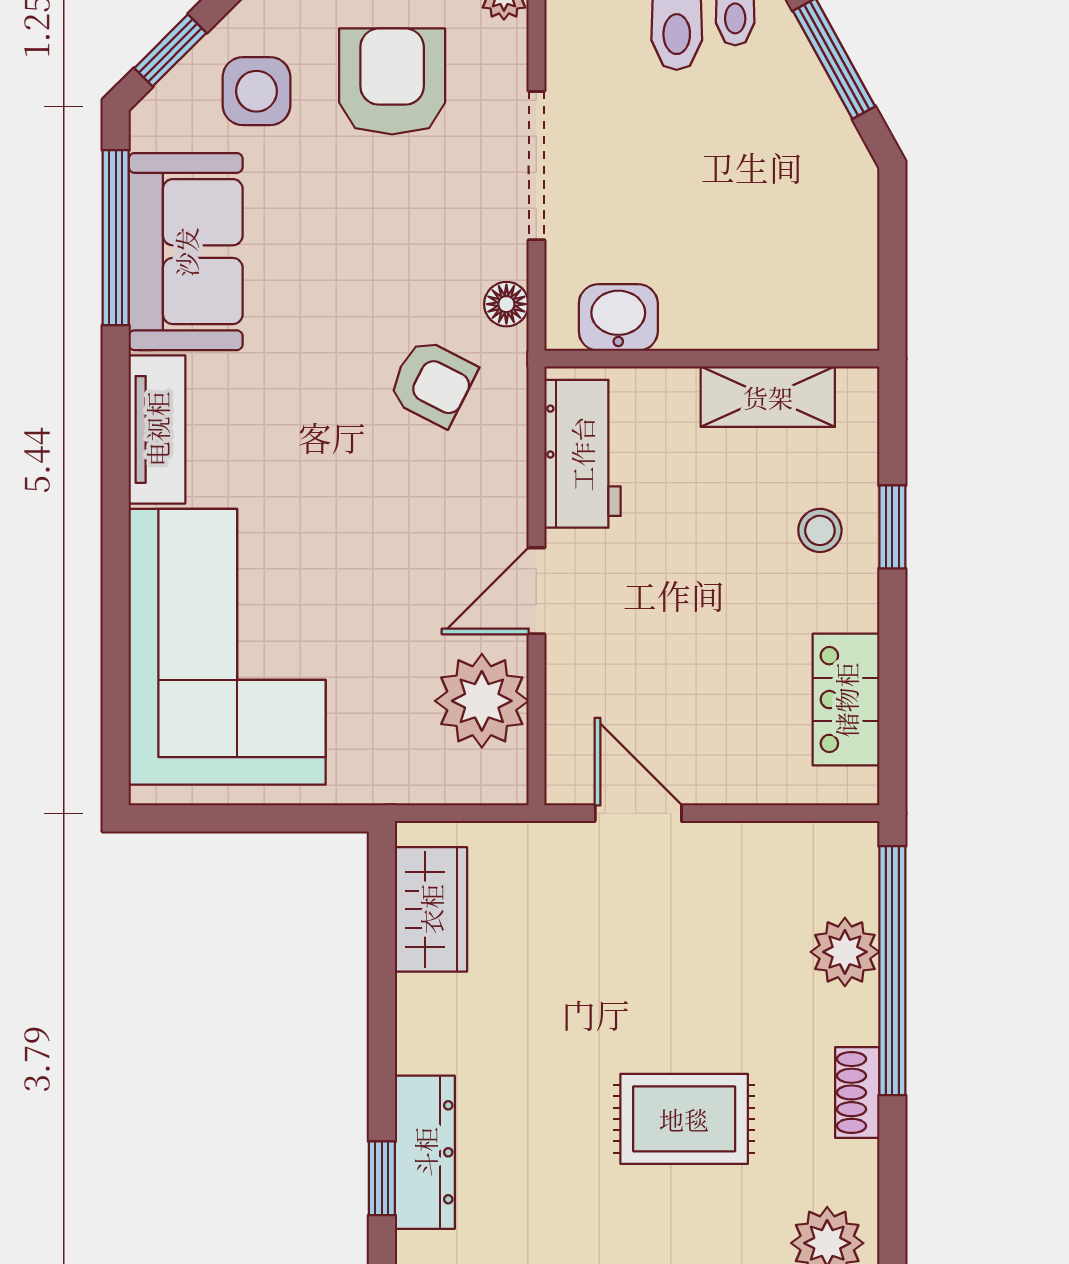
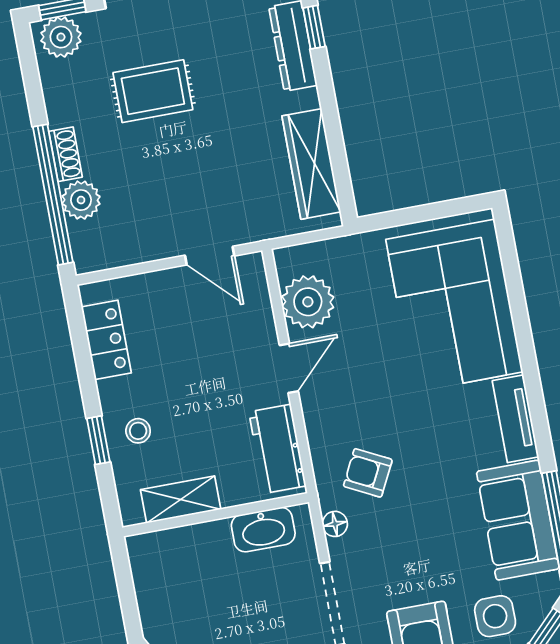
washbasin: (618, 317) -> (263, 530), width x1.38
wardrobe: (431, 909) -> (311, 164), width x1.50
shoe rack: (857, 1092) -> (65, 154), moved

